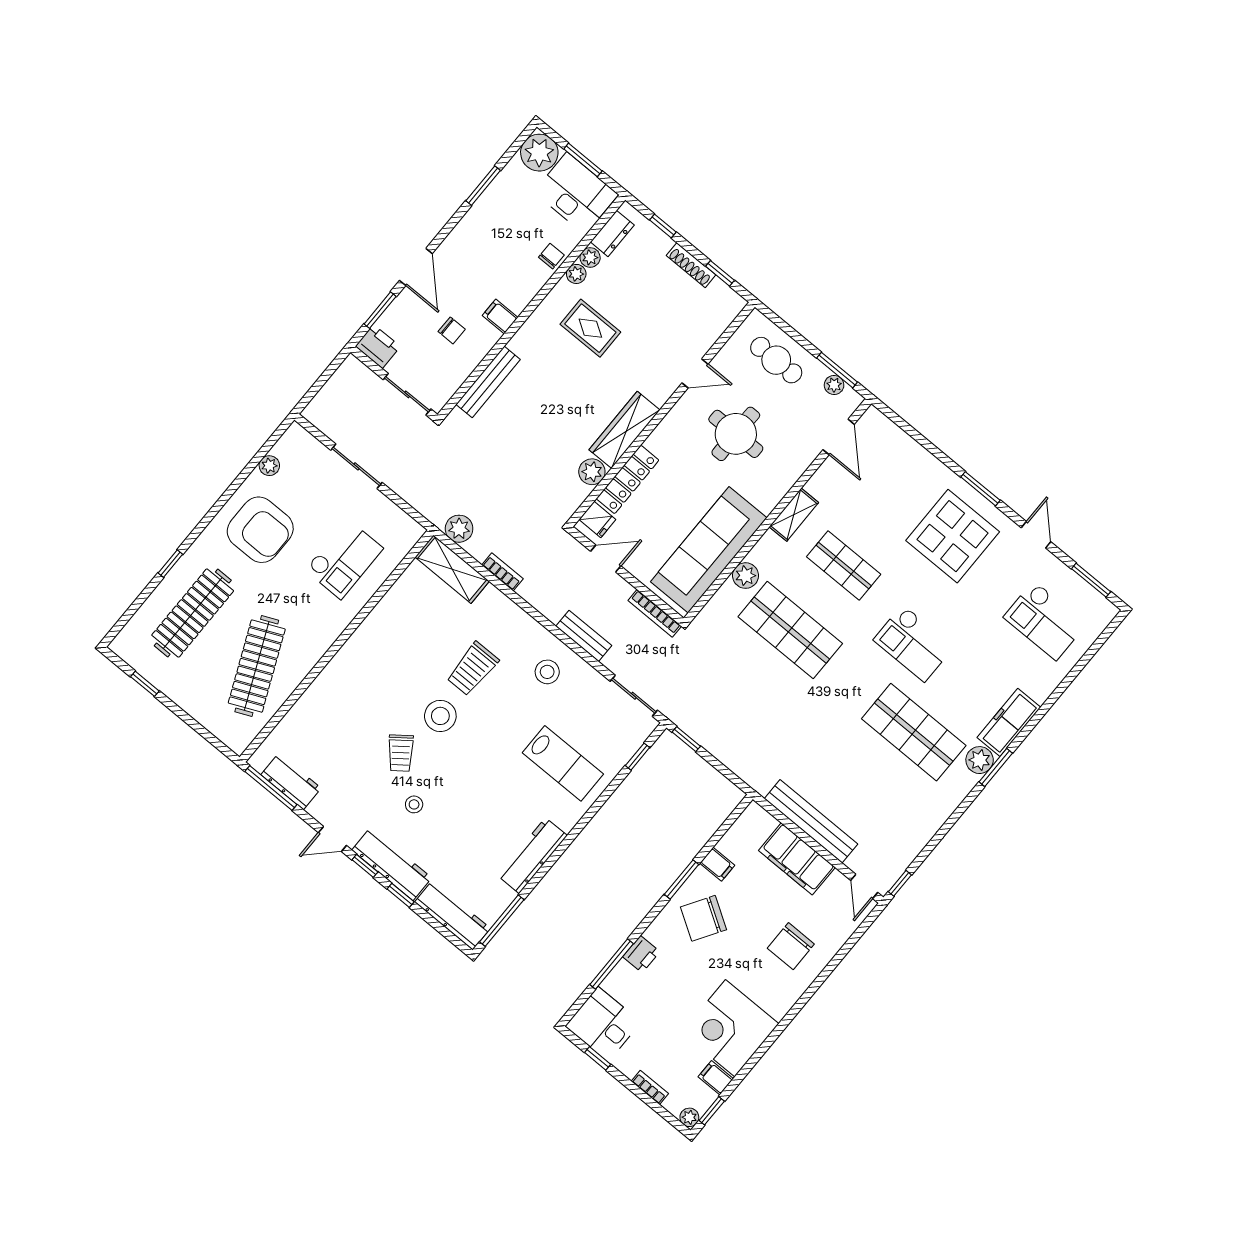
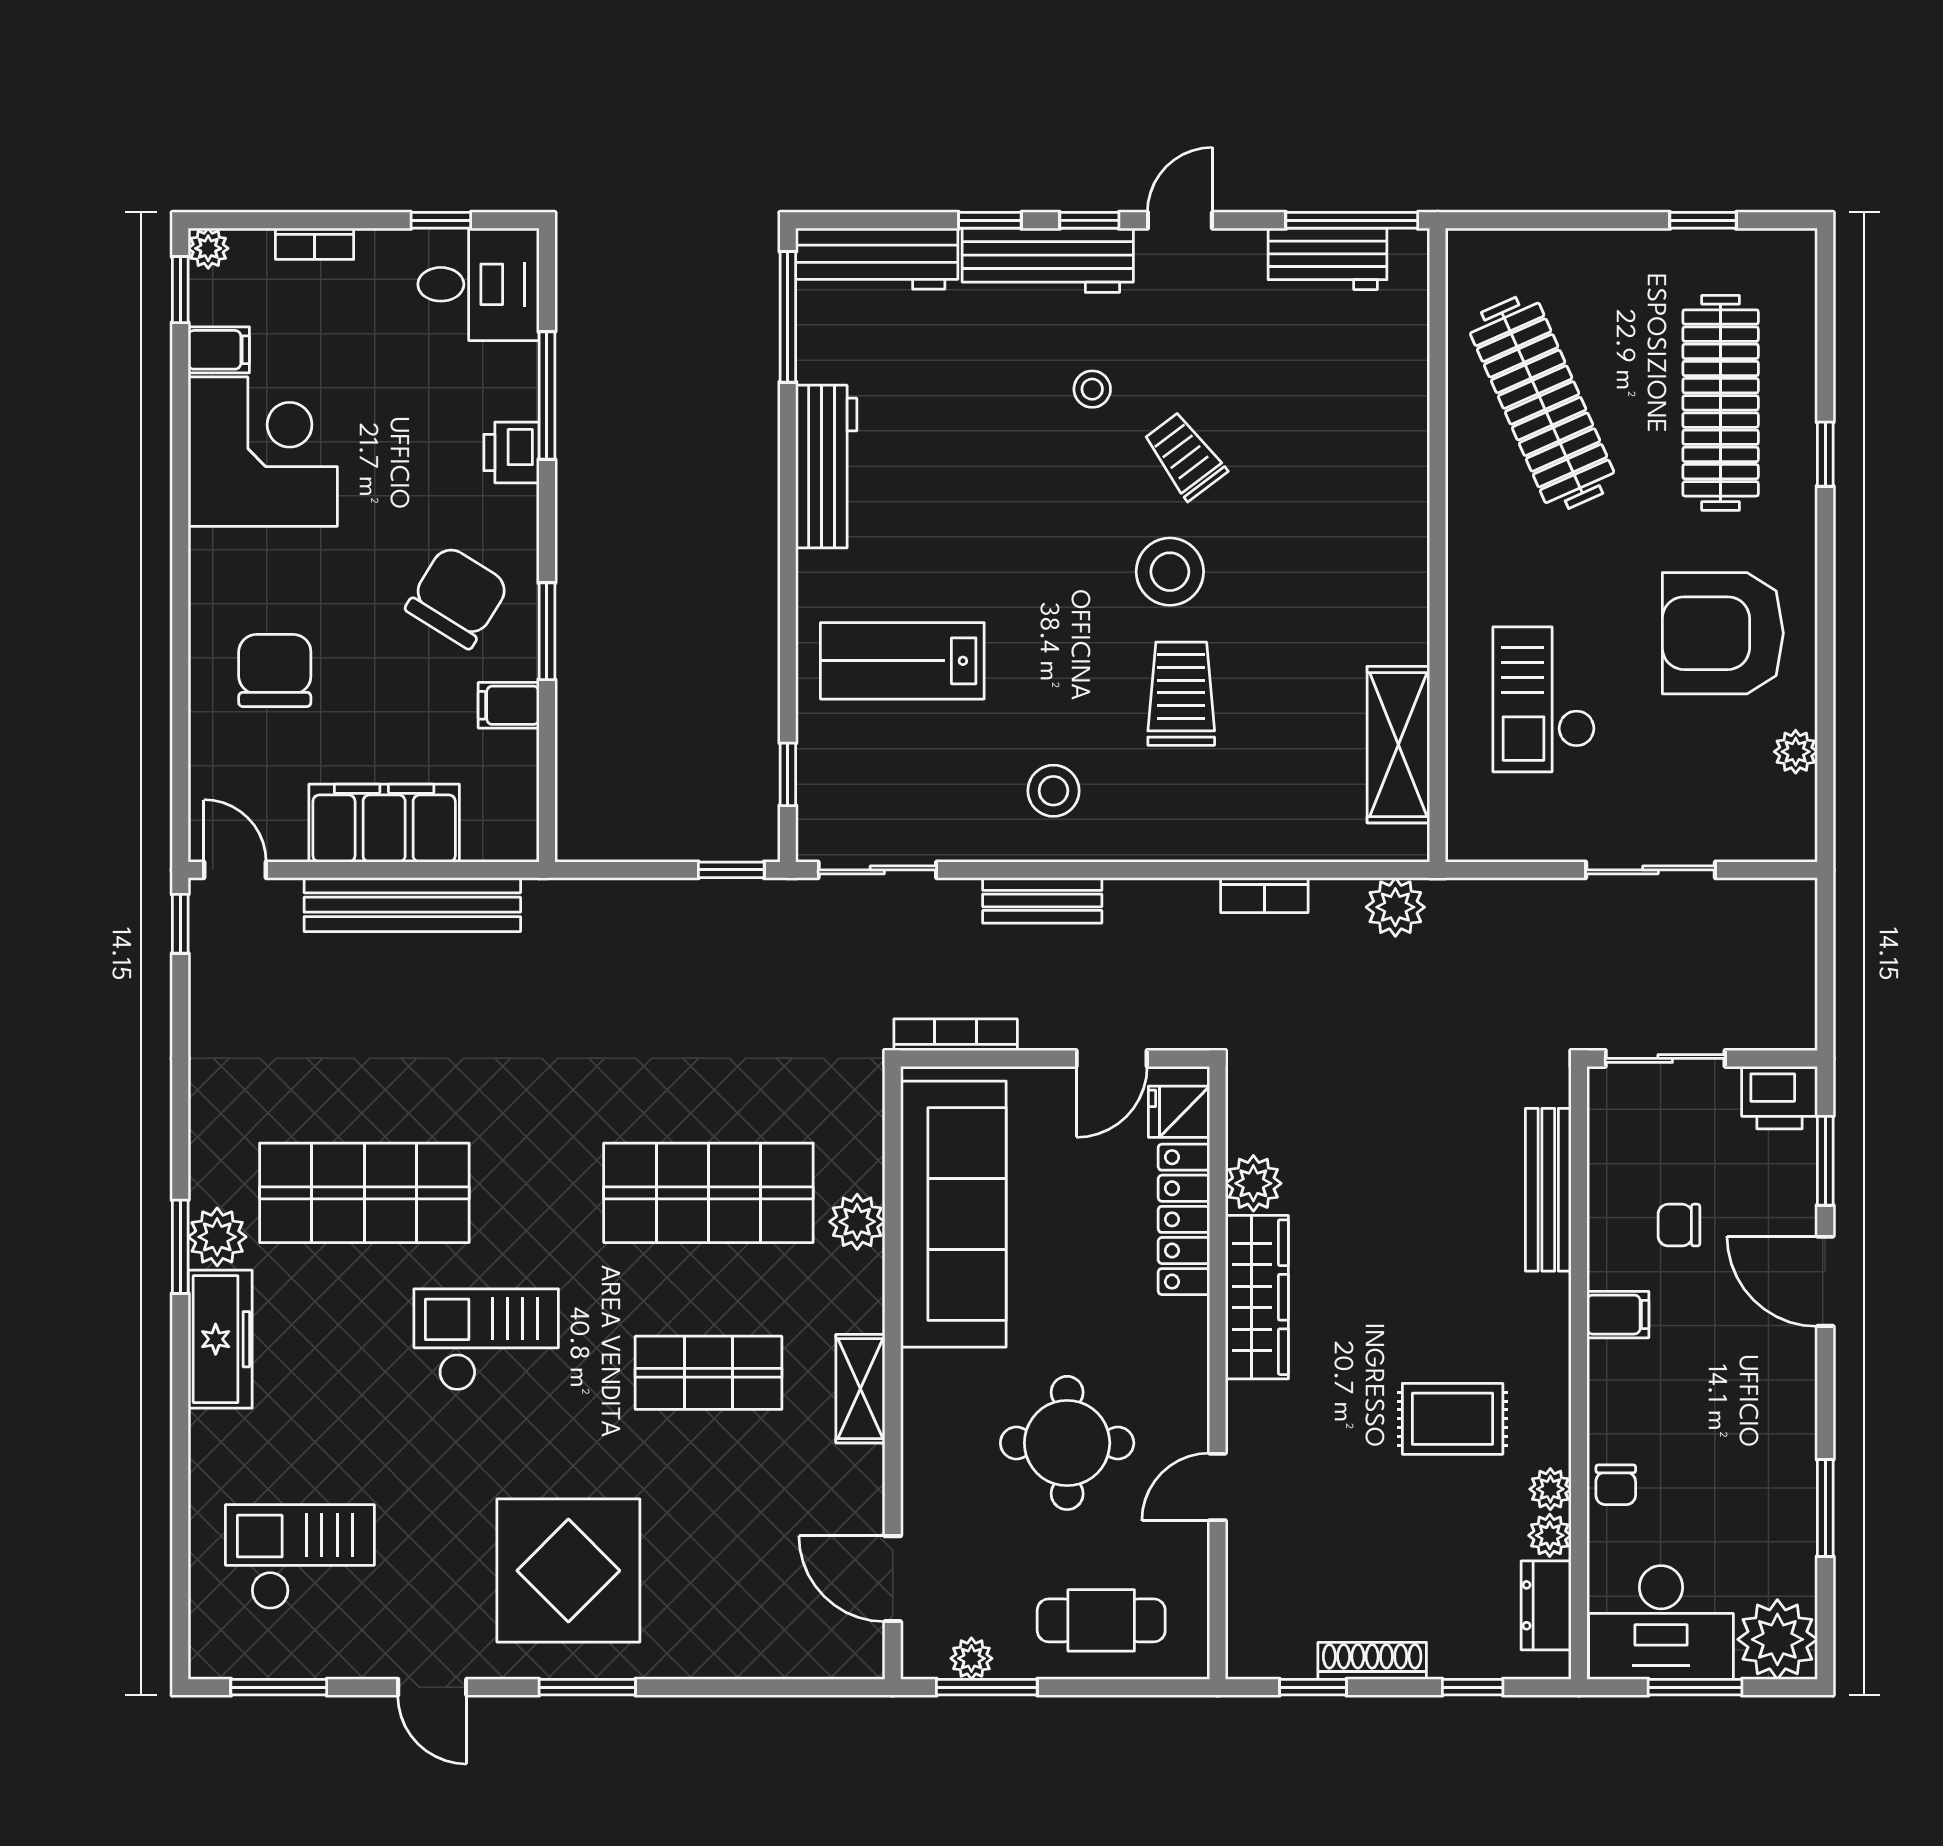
shelving: (452, 569) -> (1398, 745), moved, turned 90

